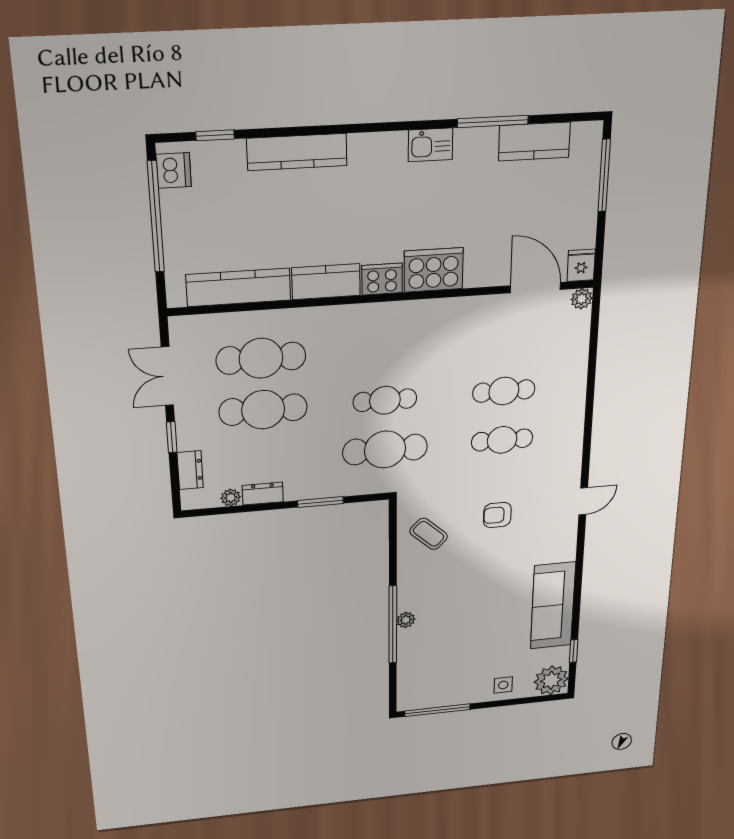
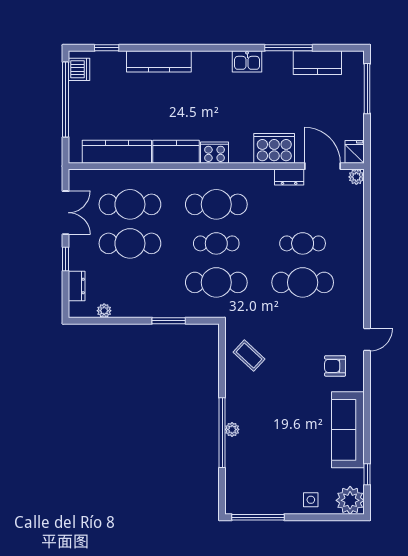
cooker: (434, 270) -> (274, 148), moved
cafe table: (385, 349) -> (216, 204), added
double door: (167, 376) -> (66, 213), swing flipped
cafe table: (502, 440) -> (303, 282), width x1.37, depth x1.35
dresser: (263, 494) -> (289, 177), moved, turned 180
armchair: (497, 515) -> (335, 366), moved

